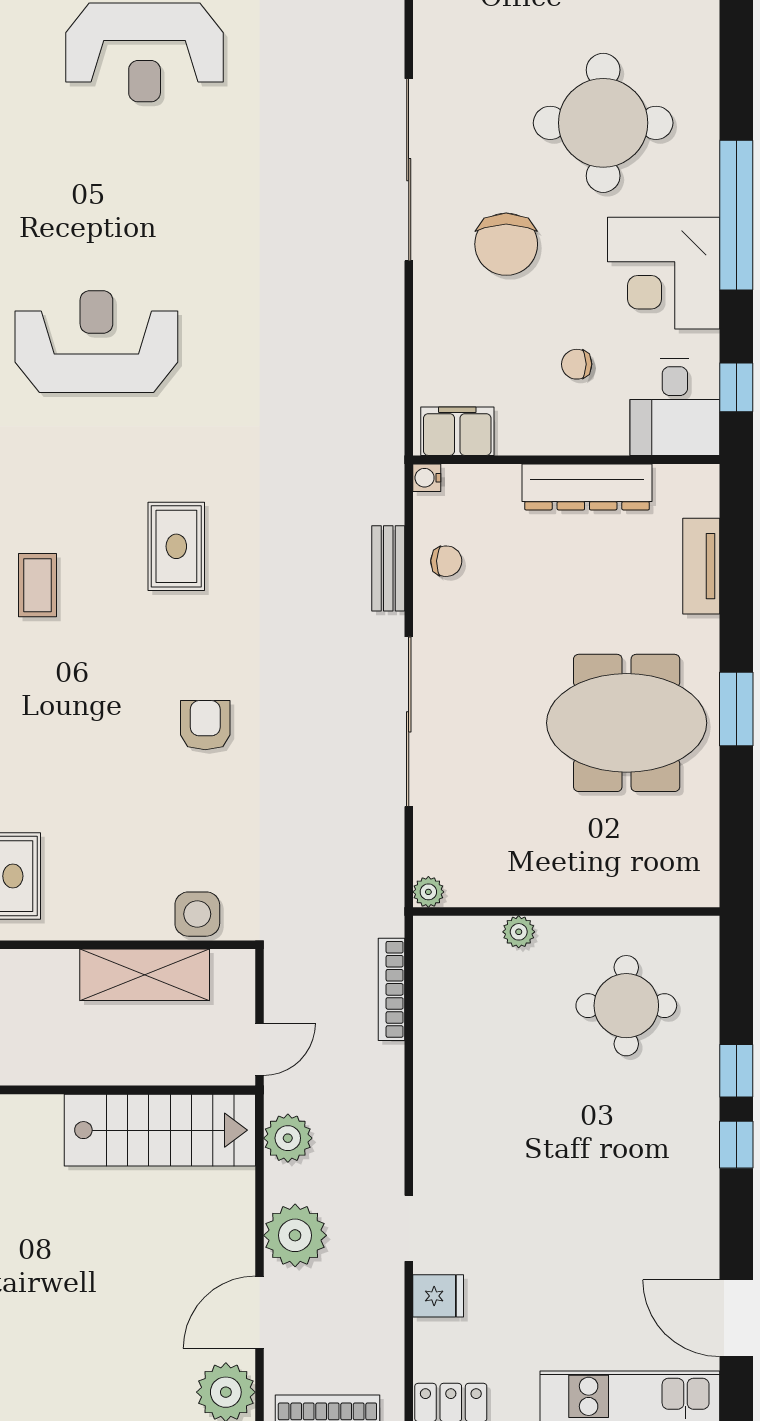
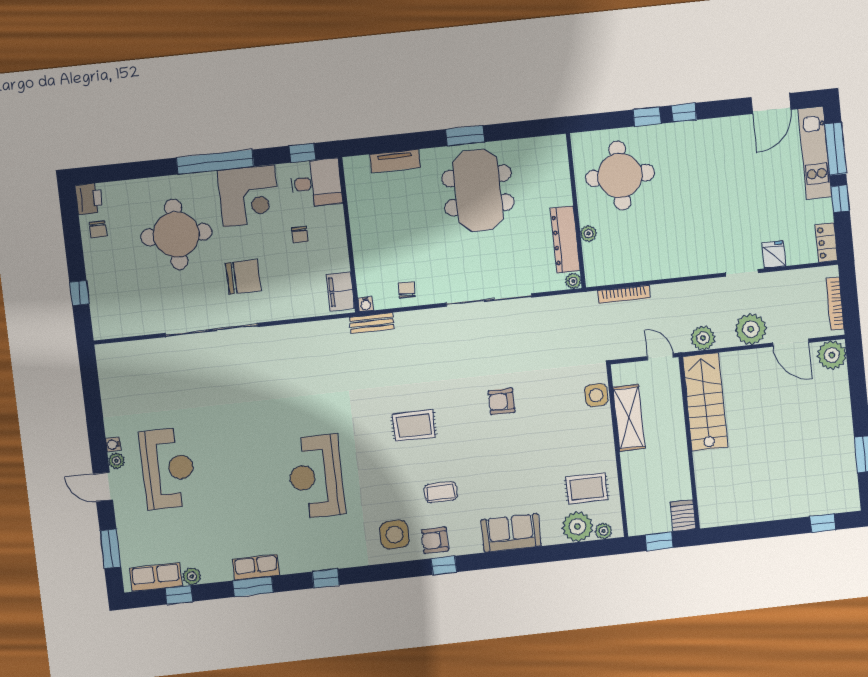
dresser: (587, 487) -> (565, 240), moved, turned 180
bench: (388, 568) -> (372, 323), moved
round table: (626, 1006) -> (620, 176), width x1.36, depth x1.36

